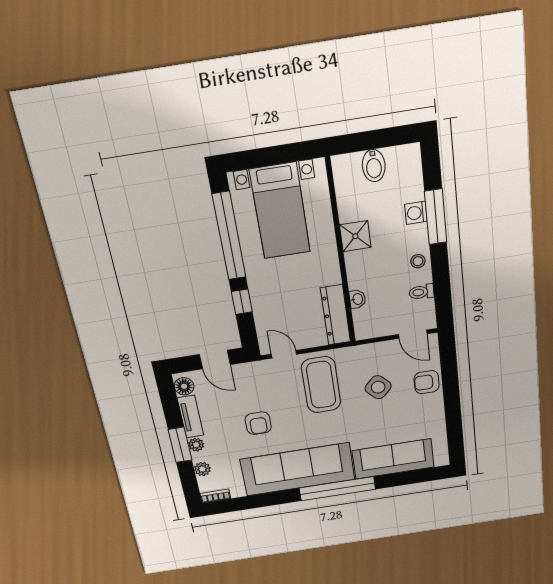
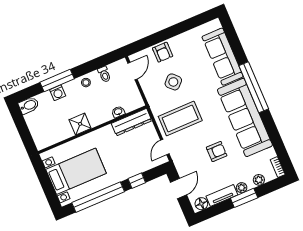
bidet: (374, 166) -> (29, 105), moved

